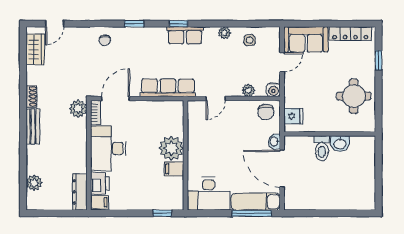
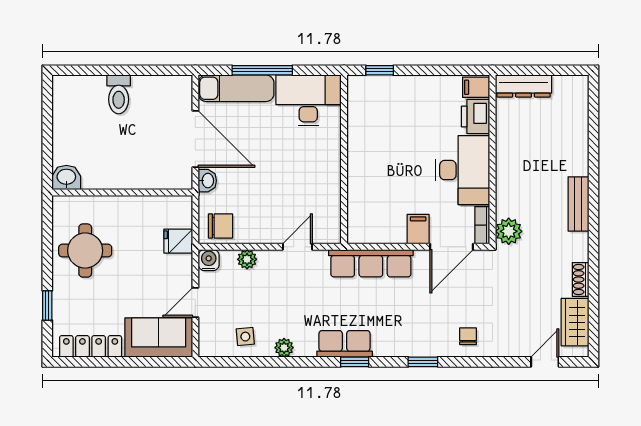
shoe rack: (31, 96) -> (581, 280), moved
chair: (266, 112) -> (220, 226), turned 90
fridge: (293, 116) -> (178, 241), moved
washbasin: (340, 144) -> (66, 177), moved
plant: (171, 148) -> (366, 170), removed
toilet: (322, 148) -> (119, 94), moved, turned 180
filing cabinet: (174, 169) -> (418, 229), moved, turned -90
plant: (34, 183) -> (577, 117), removed
dresser: (80, 192) -> (524, 86), moved, turned 90
window: (252, 213) -> (262, 70), moved

